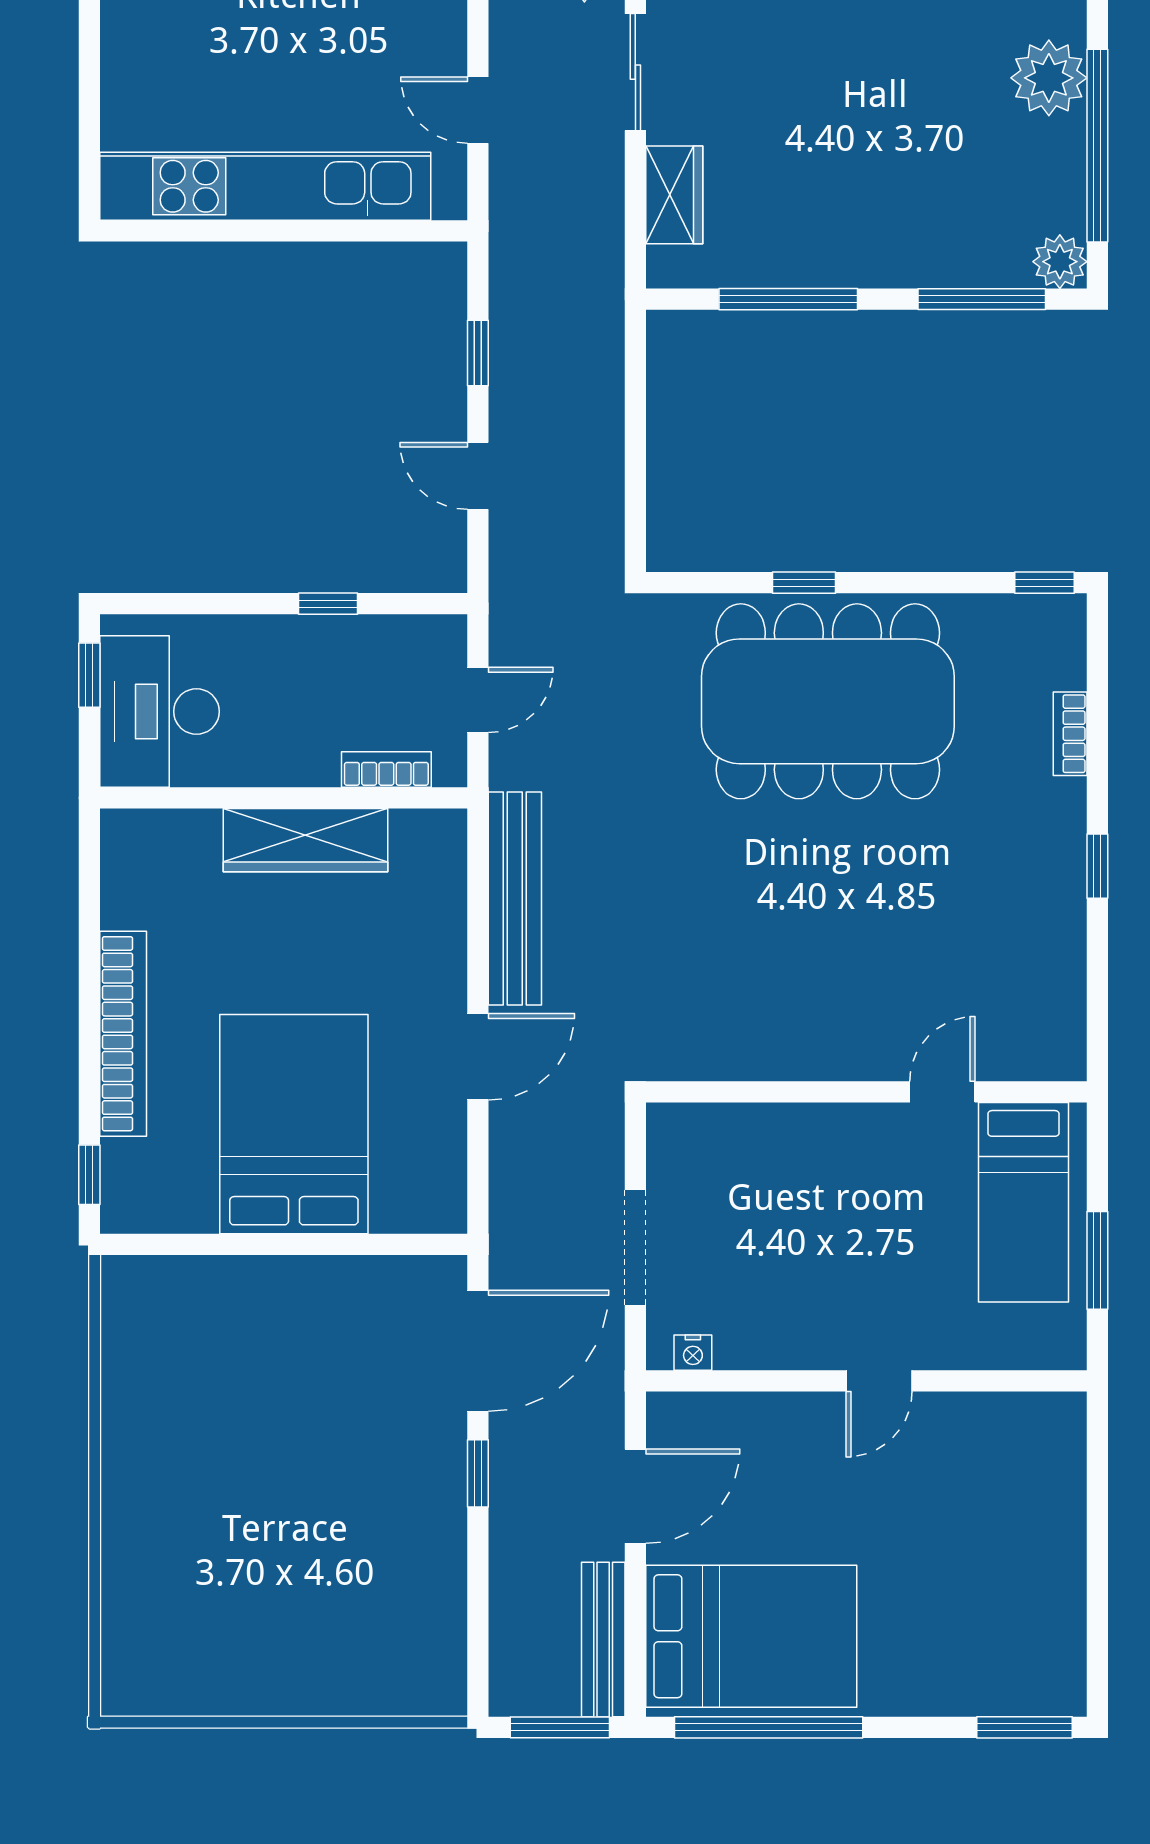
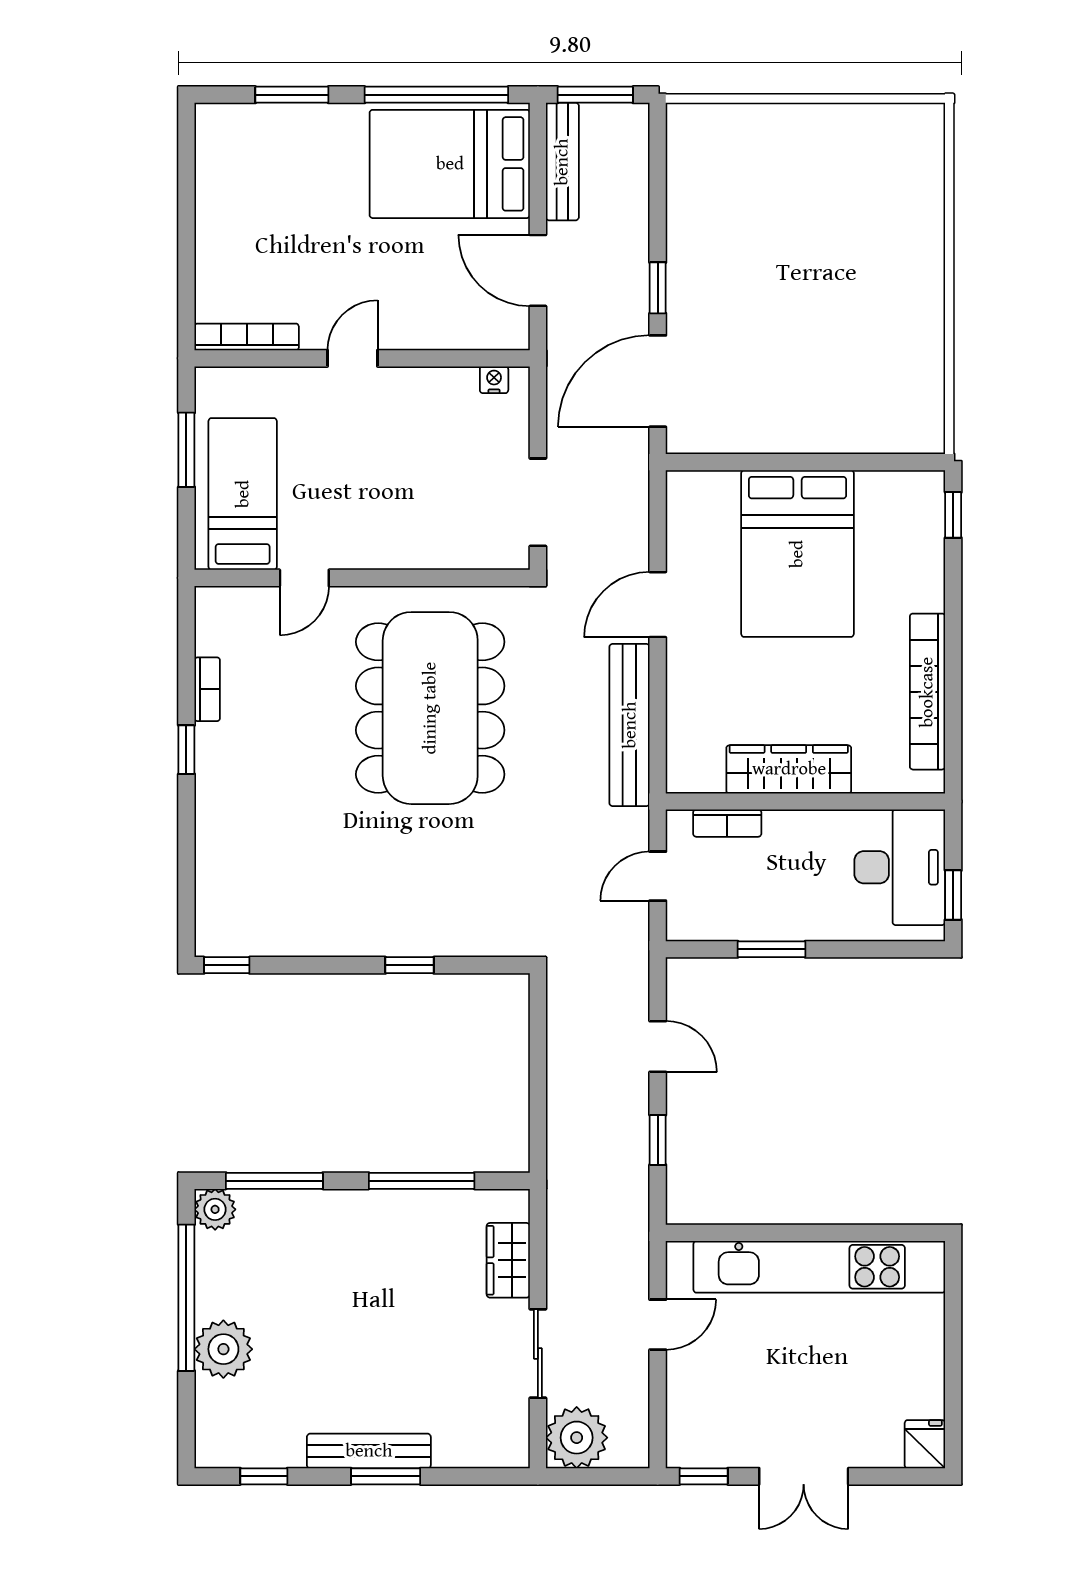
door: (478, 110) -> (658, 1325), hinge flipped
window: (328, 604) -> (772, 949), width x1.50
dining table: (828, 701) -> (430, 708), moved, turned 90
bookcase: (1070, 734) -> (207, 689), moved
bookcase: (123, 1034) -> (927, 692), moved
doorway: (635, 1248) -> (538, 502), moved
bookcase: (1018, 1409) -> (247, 337), added
door: (635, 1496) -> (538, 270), hinge flipped
window: (1025, 1727) -> (292, 95), moved

